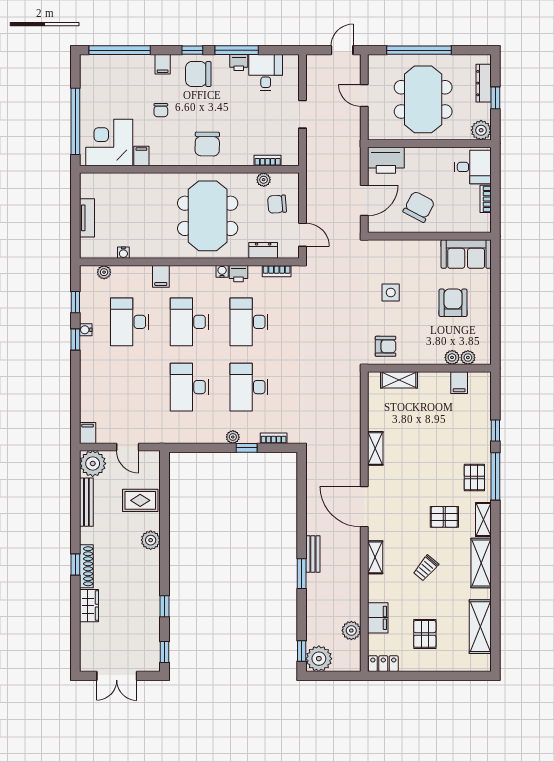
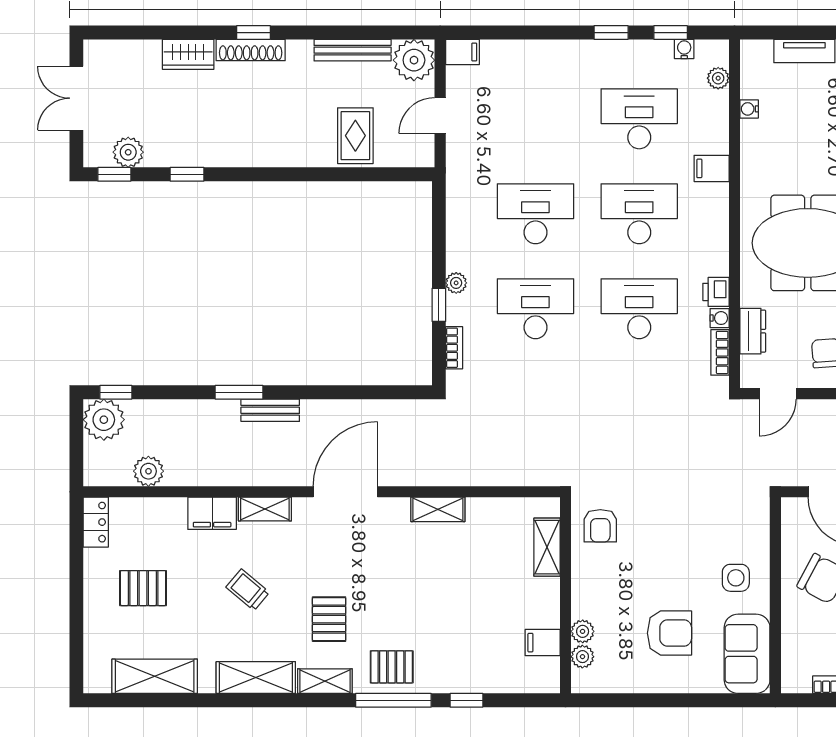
water cooler: (222, 271) -> (720, 318), moved
side table: (391, 292) -> (736, 578), moved
water cooler: (86, 330) -> (684, 49), moved
plant: (151, 540) -> (128, 152), moved
filing cabinet: (378, 618) -> (212, 513), moved

